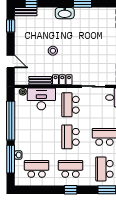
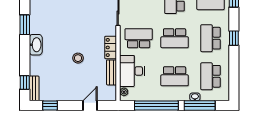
school desk: (71, 105) -> (139, 38), turned 180
school desk: (37, 137) -> (175, 76), added

